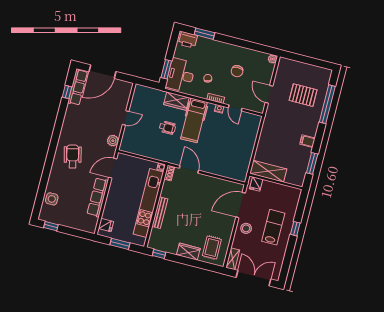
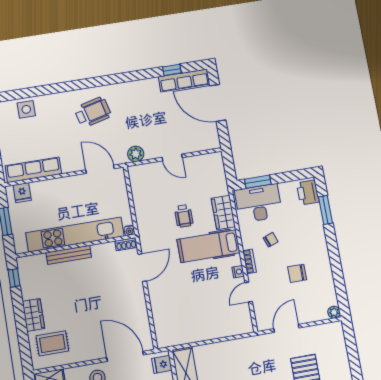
row of seats: (98, 197) -> (33, 170), moved

